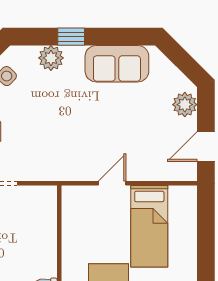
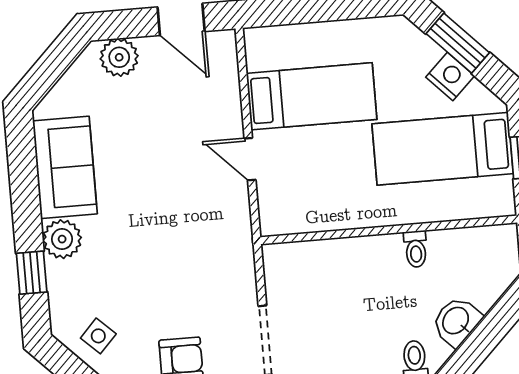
window: (71, 37) -> (32, 273), moved
plant: (51, 58) -> (62, 239), moved

